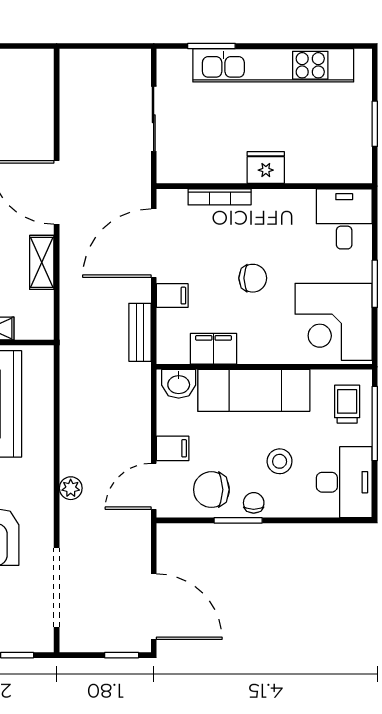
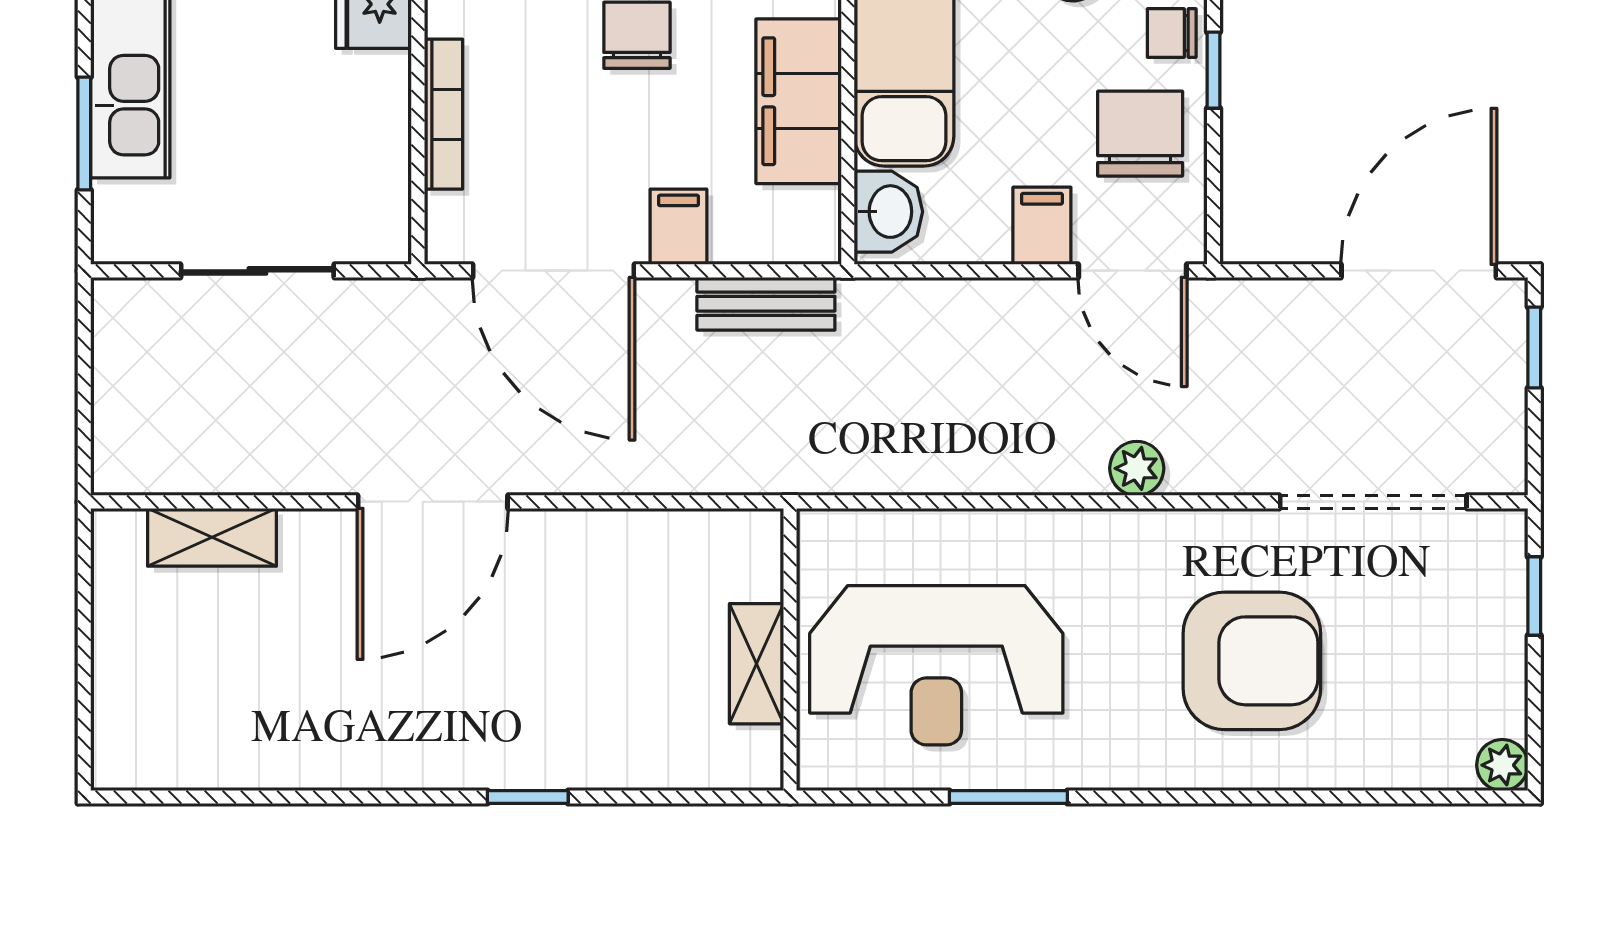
shelving: (42, 262) -> (212, 537), moved
filing cabinet: (213, 349) -> (799, 101), width x1.50, depth x1.17
chair: (211, 490) -> (1140, 134), turned 180
window: (238, 520) -> (1213, 70), width x0.67

